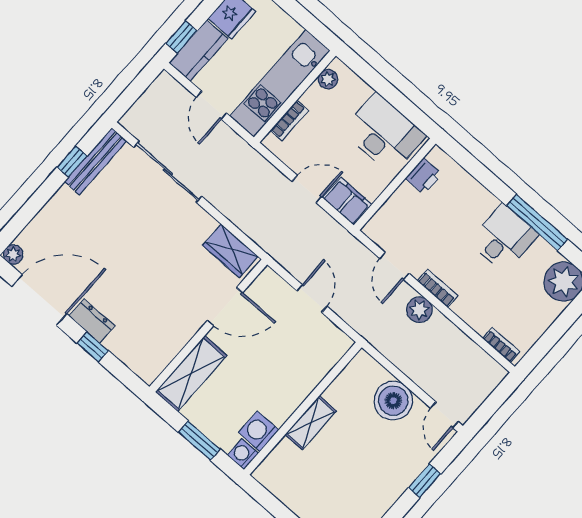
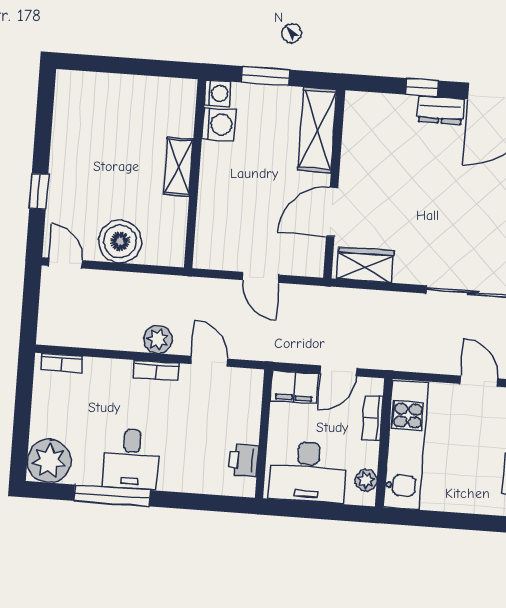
plant: (328, 79) -> (366, 480), moved
kitchen unit: (280, 83) -> (406, 445), moved
wall: (295, 97) -> (384, 443), moved
bookcase: (289, 121) -> (373, 418), moved

